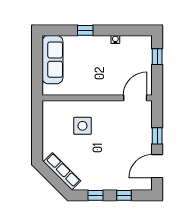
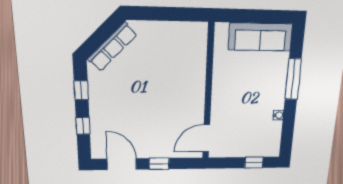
window: (85, 30) -> (293, 79), width x2.17
door: (135, 98) -> (206, 138), swing flipped
side table: (82, 126) -> (173, 75), removed

